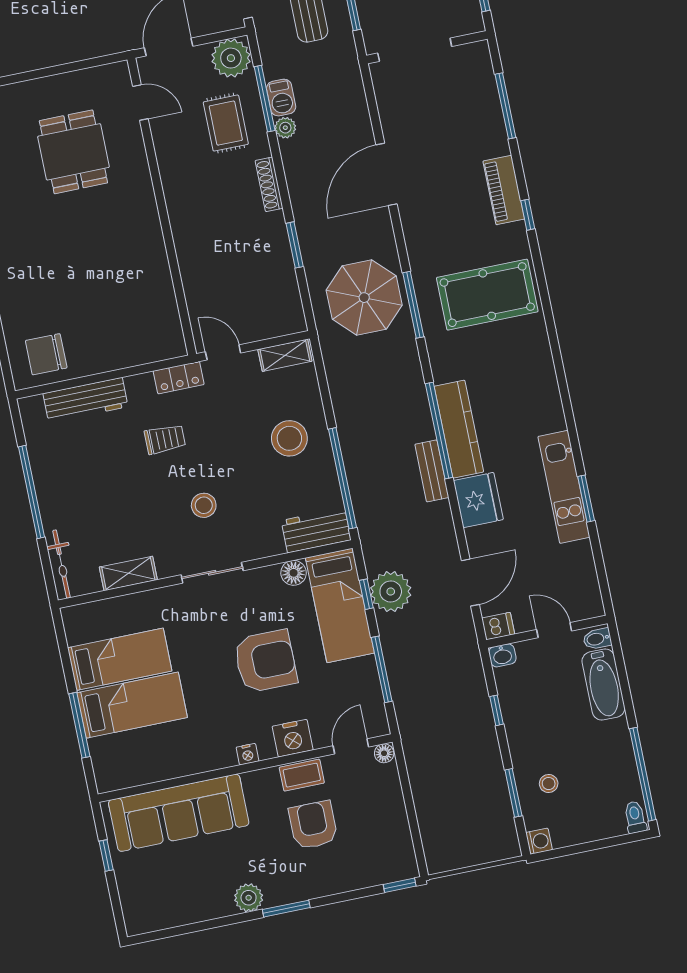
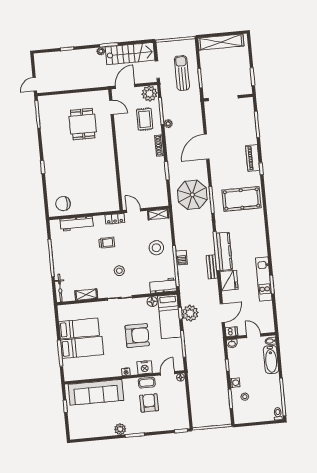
barbecue: (281, 98) -> (182, 258), moved
washing machine: (539, 841) -> (235, 383), moved

